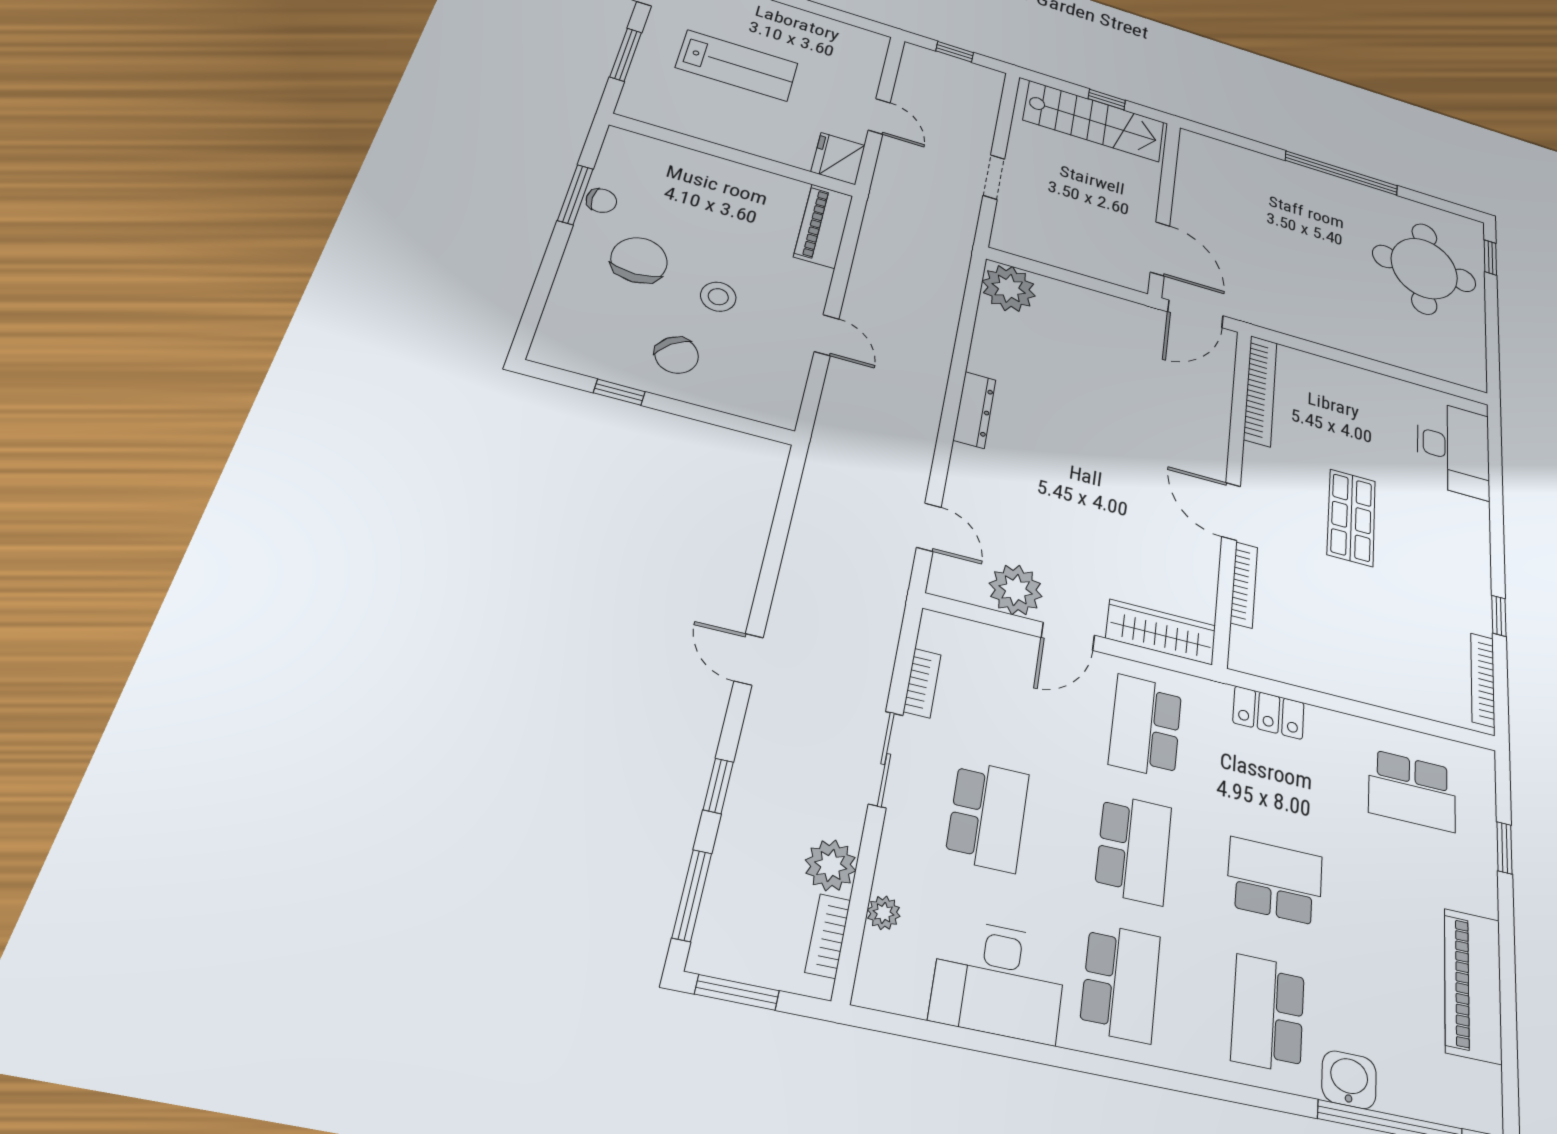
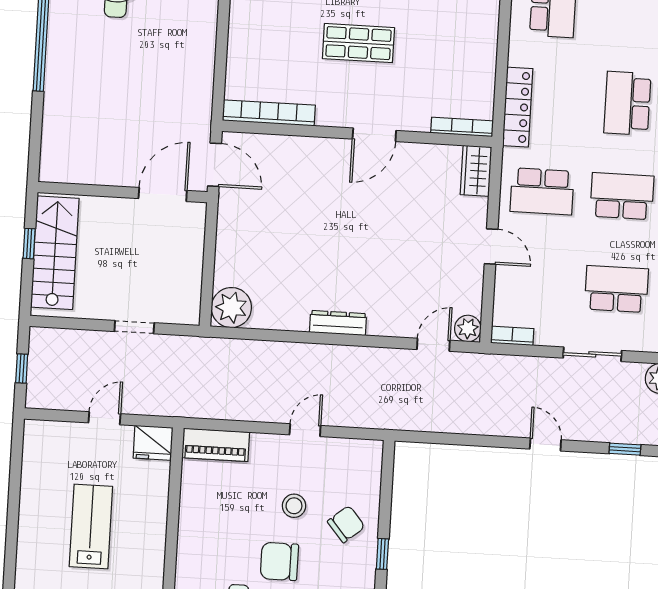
bookcase: (1244, 585) -> (462, 127), moved
plant: (1016, 590) -> (468, 328), moved, width x0.73, depth x0.73
wardrobe: (1161, 632) -> (476, 171), width x0.67
door: (749, 659) -> (545, 444), swing flipped
bookcase: (922, 683) -> (512, 336), moved
locker: (1269, 713) -> (518, 107), width x1.53

